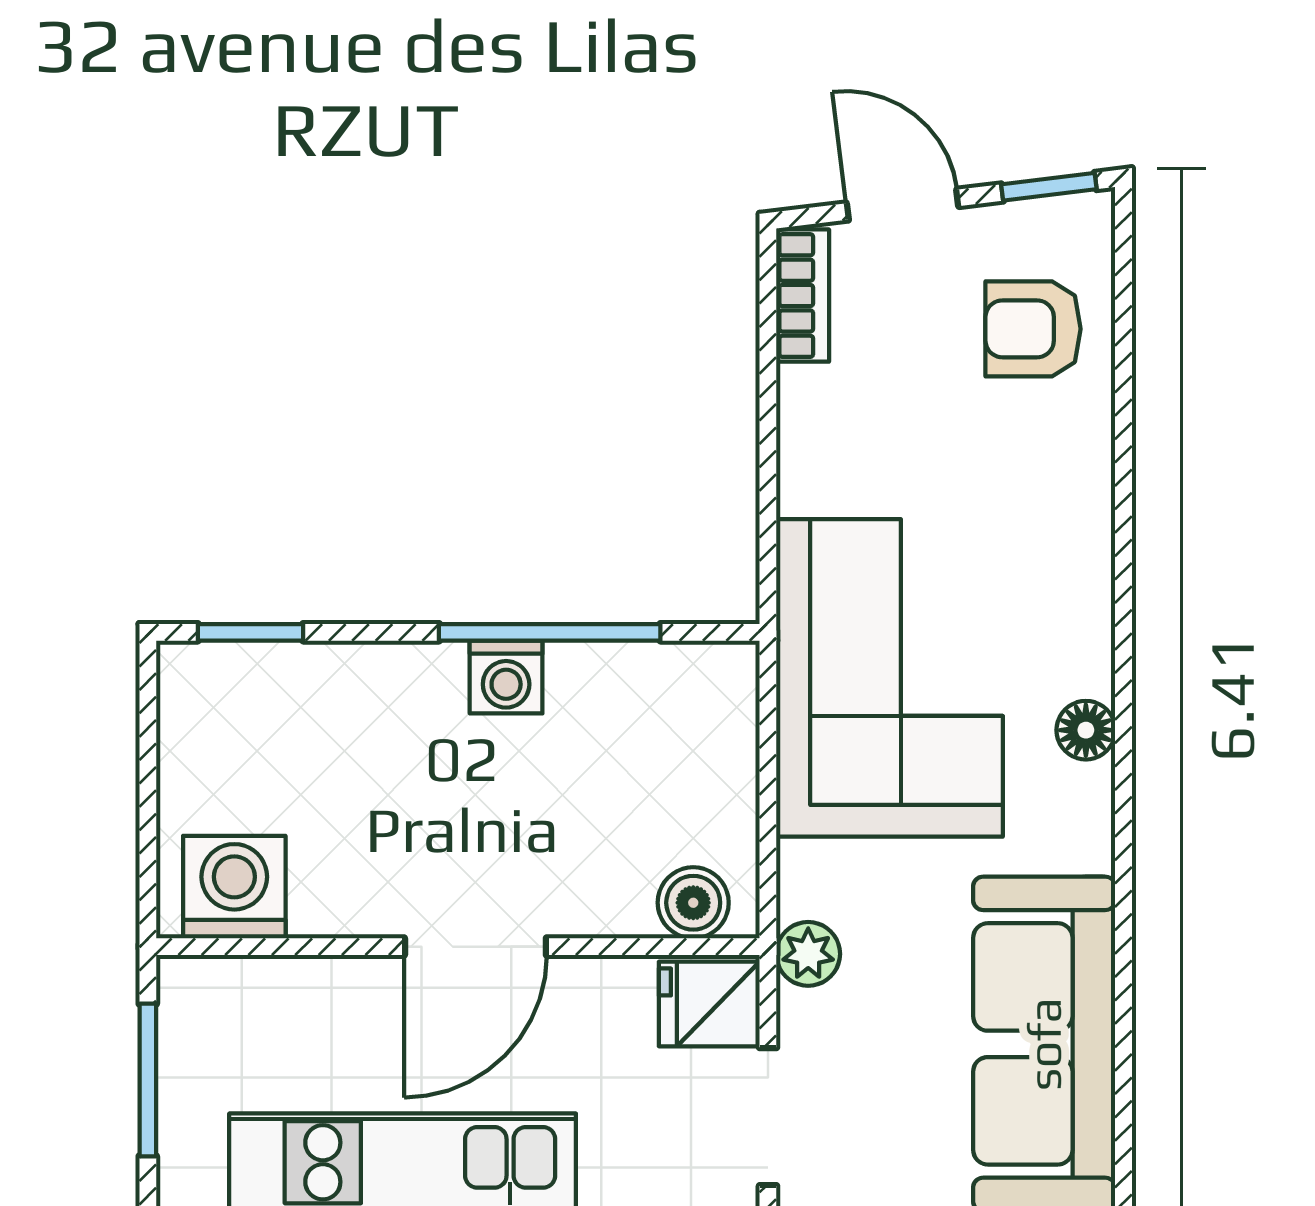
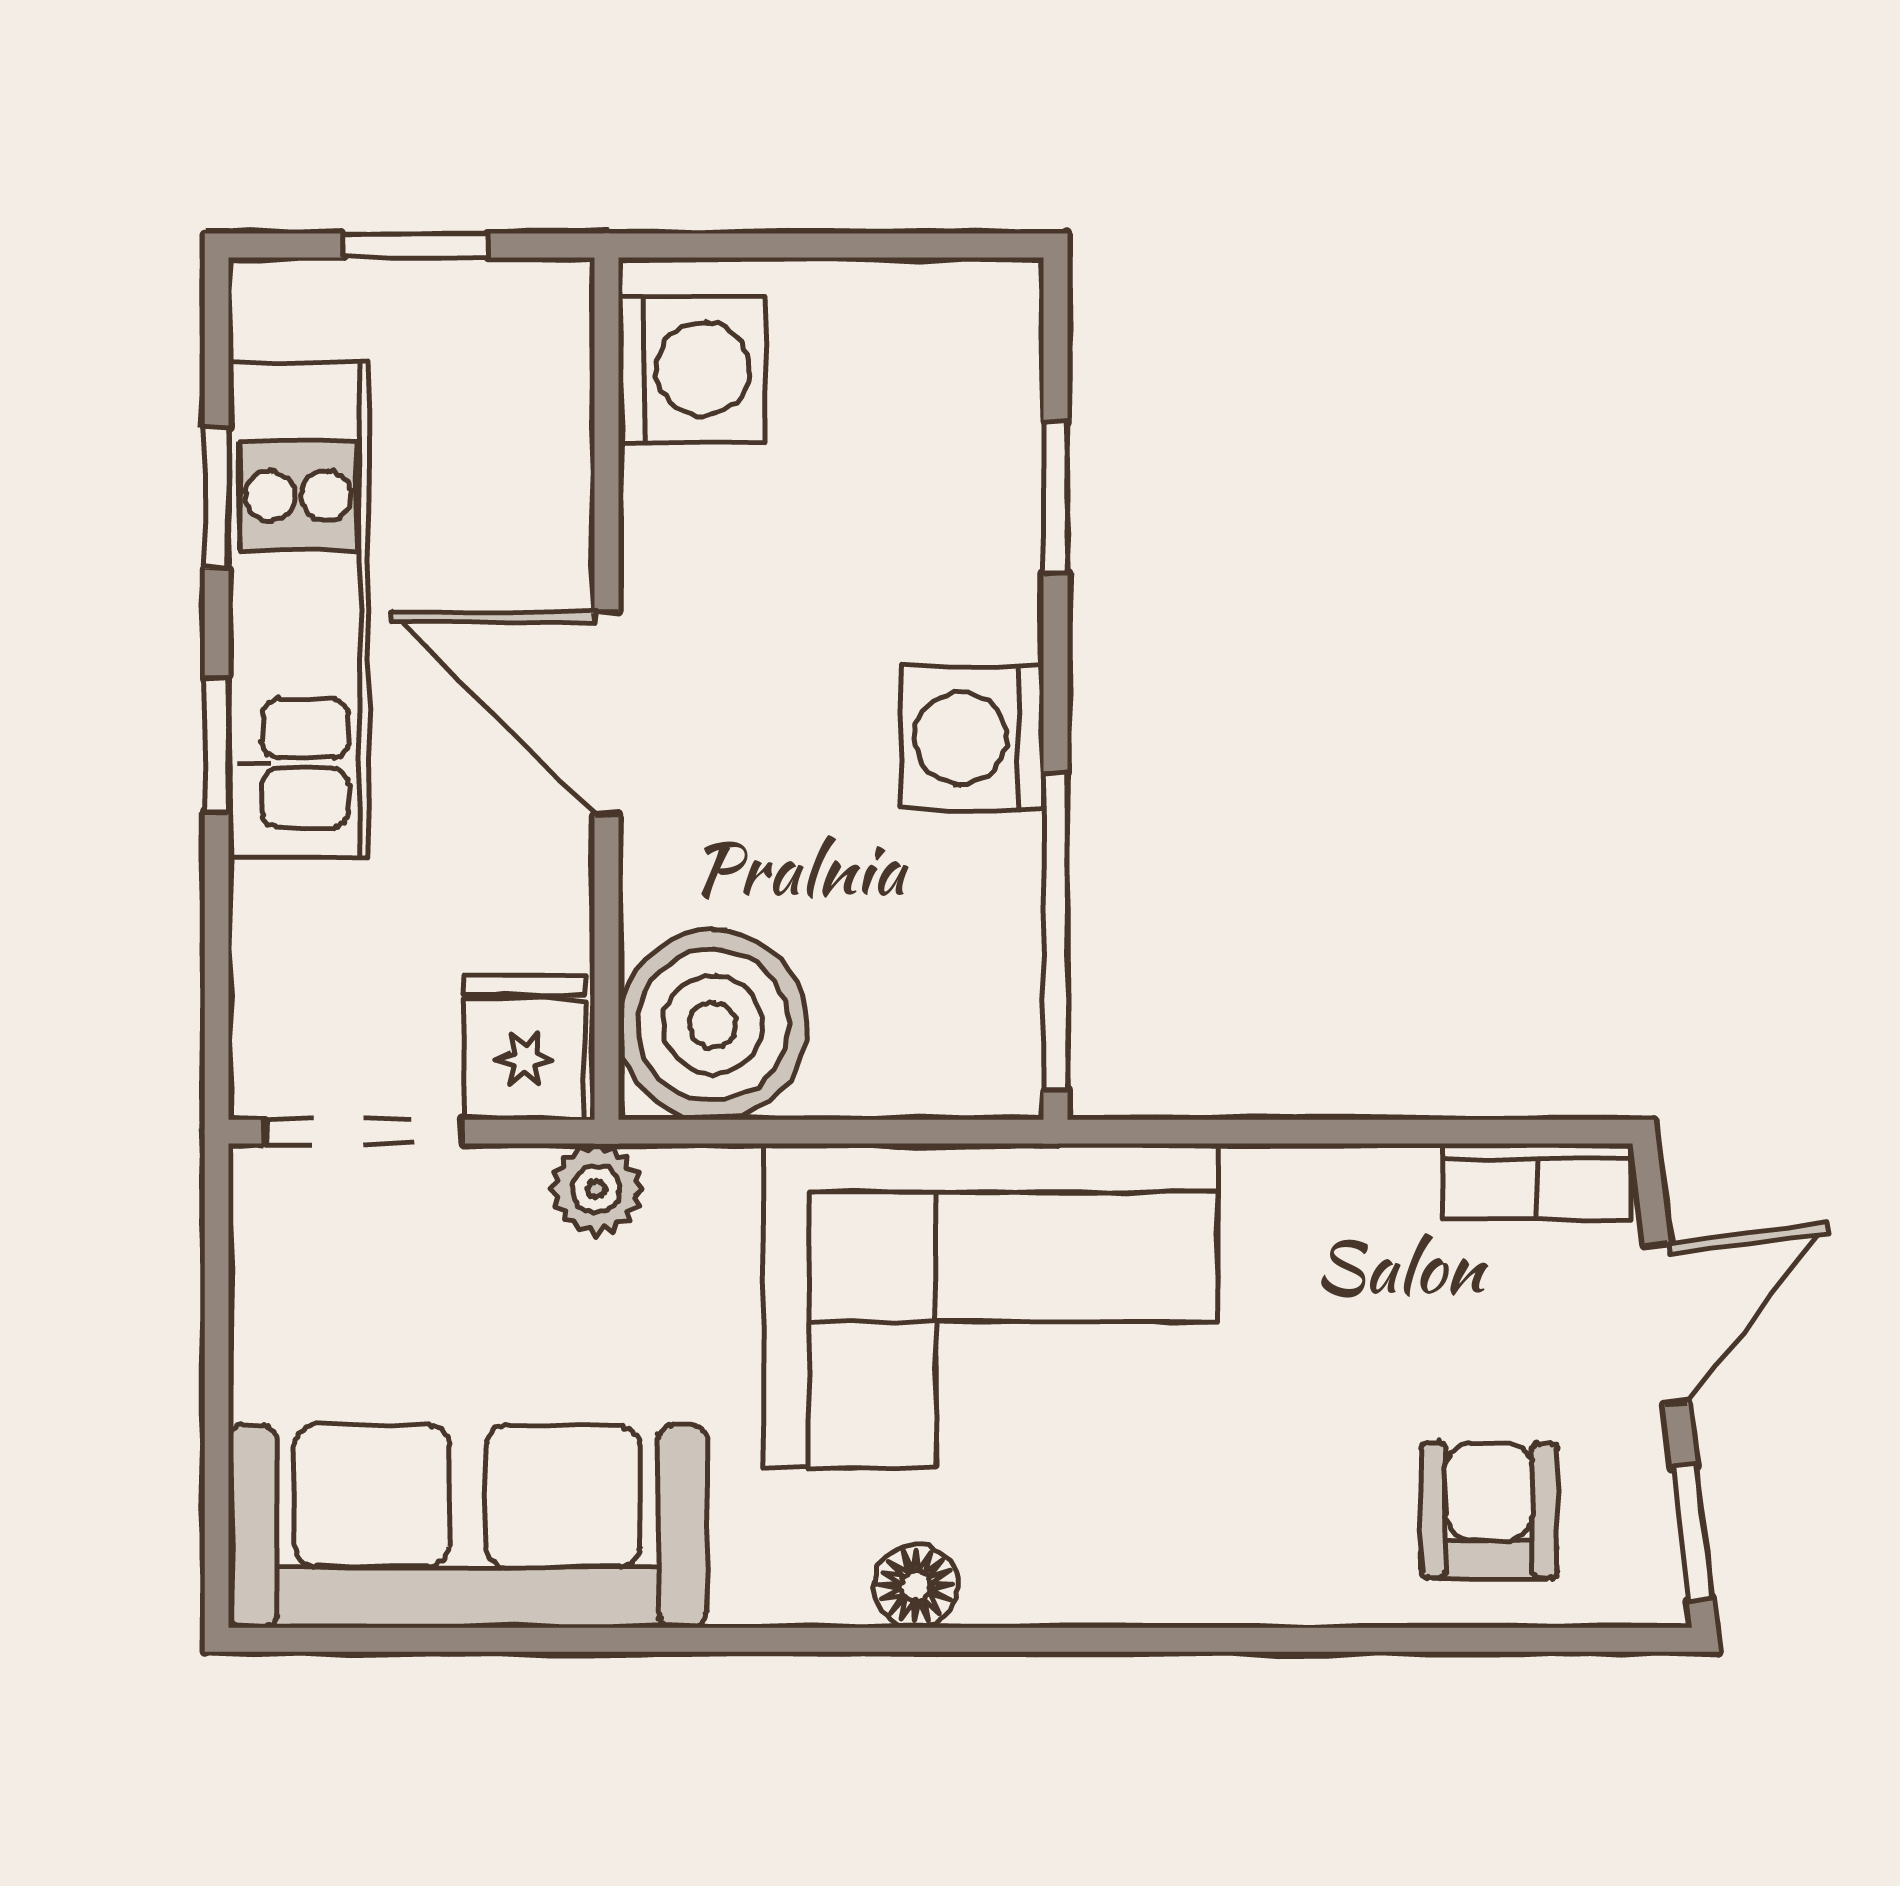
window: (250, 632) -> (1056, 498), moved
window: (550, 632) -> (1056, 932), moved
washing machine: (506, 677) -> (972, 738), width x1.38, depth x1.38
boiler: (693, 903) -> (713, 1025), width x1.86, depth x1.86
window: (148, 1080) -> (416, 246), width x0.67

